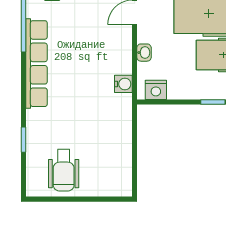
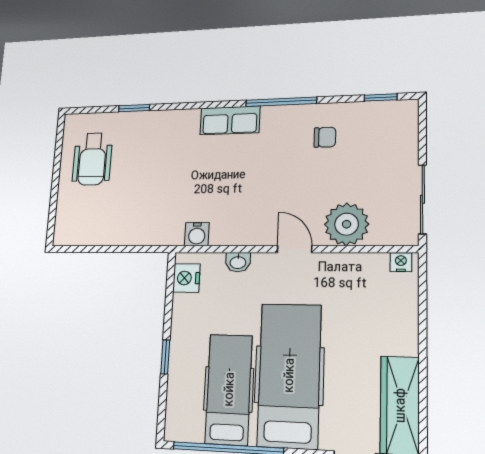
row of seats: (36, 64) -> (230, 120), width x0.50
wheelchair: (64, 170) -> (92, 159), turned -90

